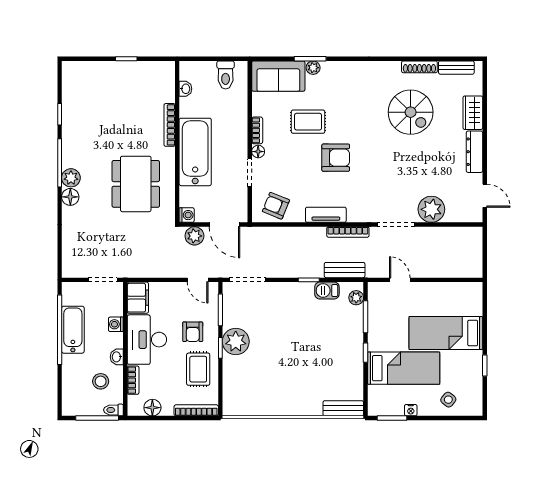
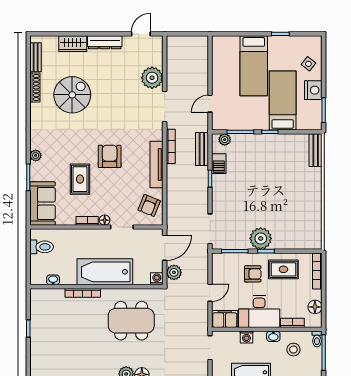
plant: (313, 68) -> (36, 155), moved
tv unit: (326, 215) -> (157, 164), width x1.41
door: (198, 280) -> (210, 293), moved
nightstand: (411, 410) -> (313, 90), width x1.89, depth x1.79

